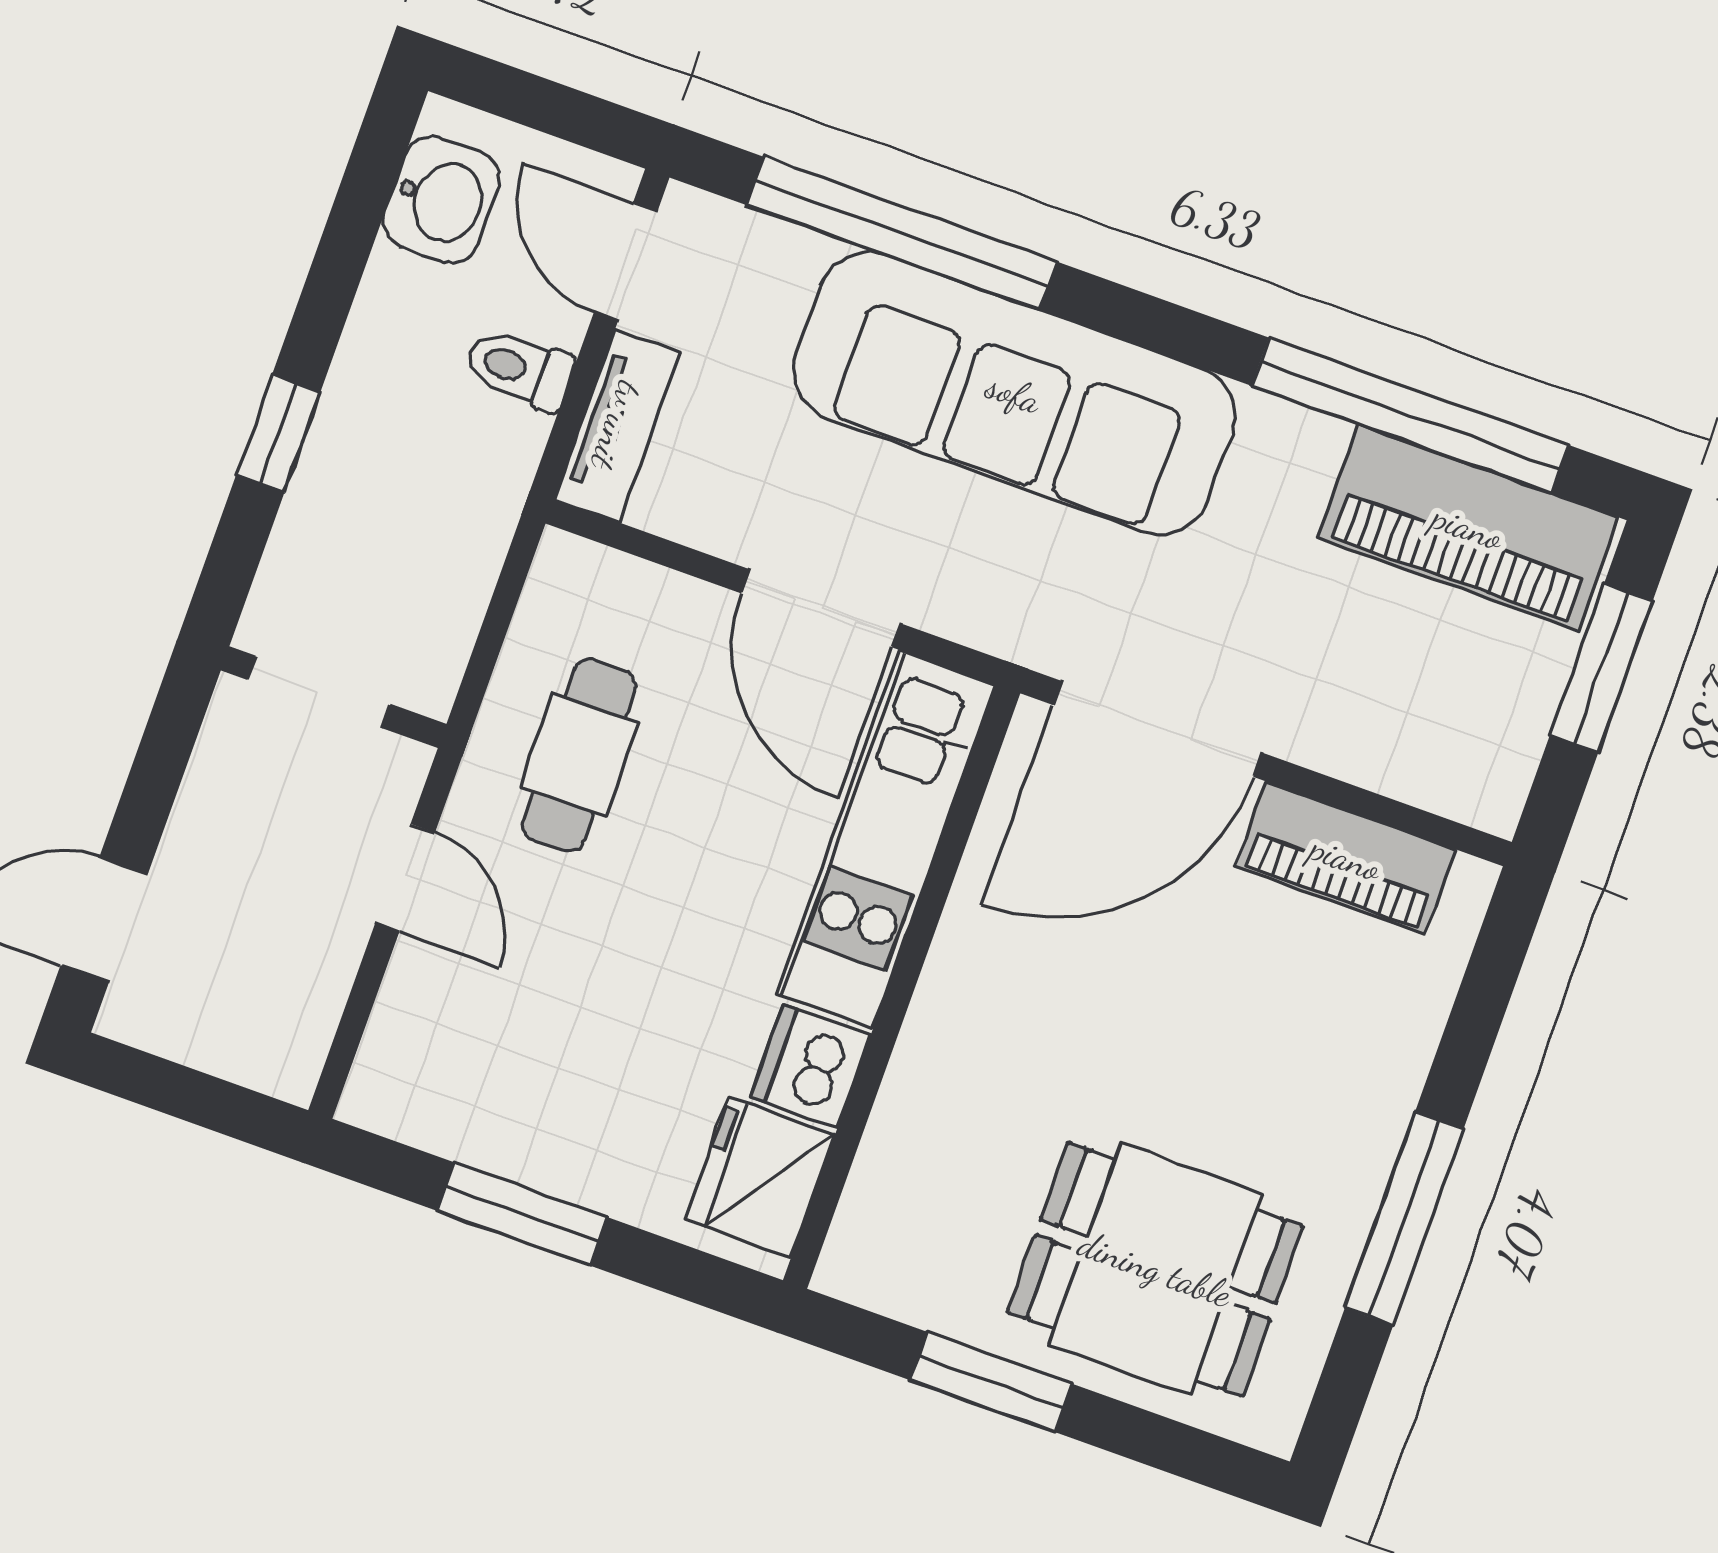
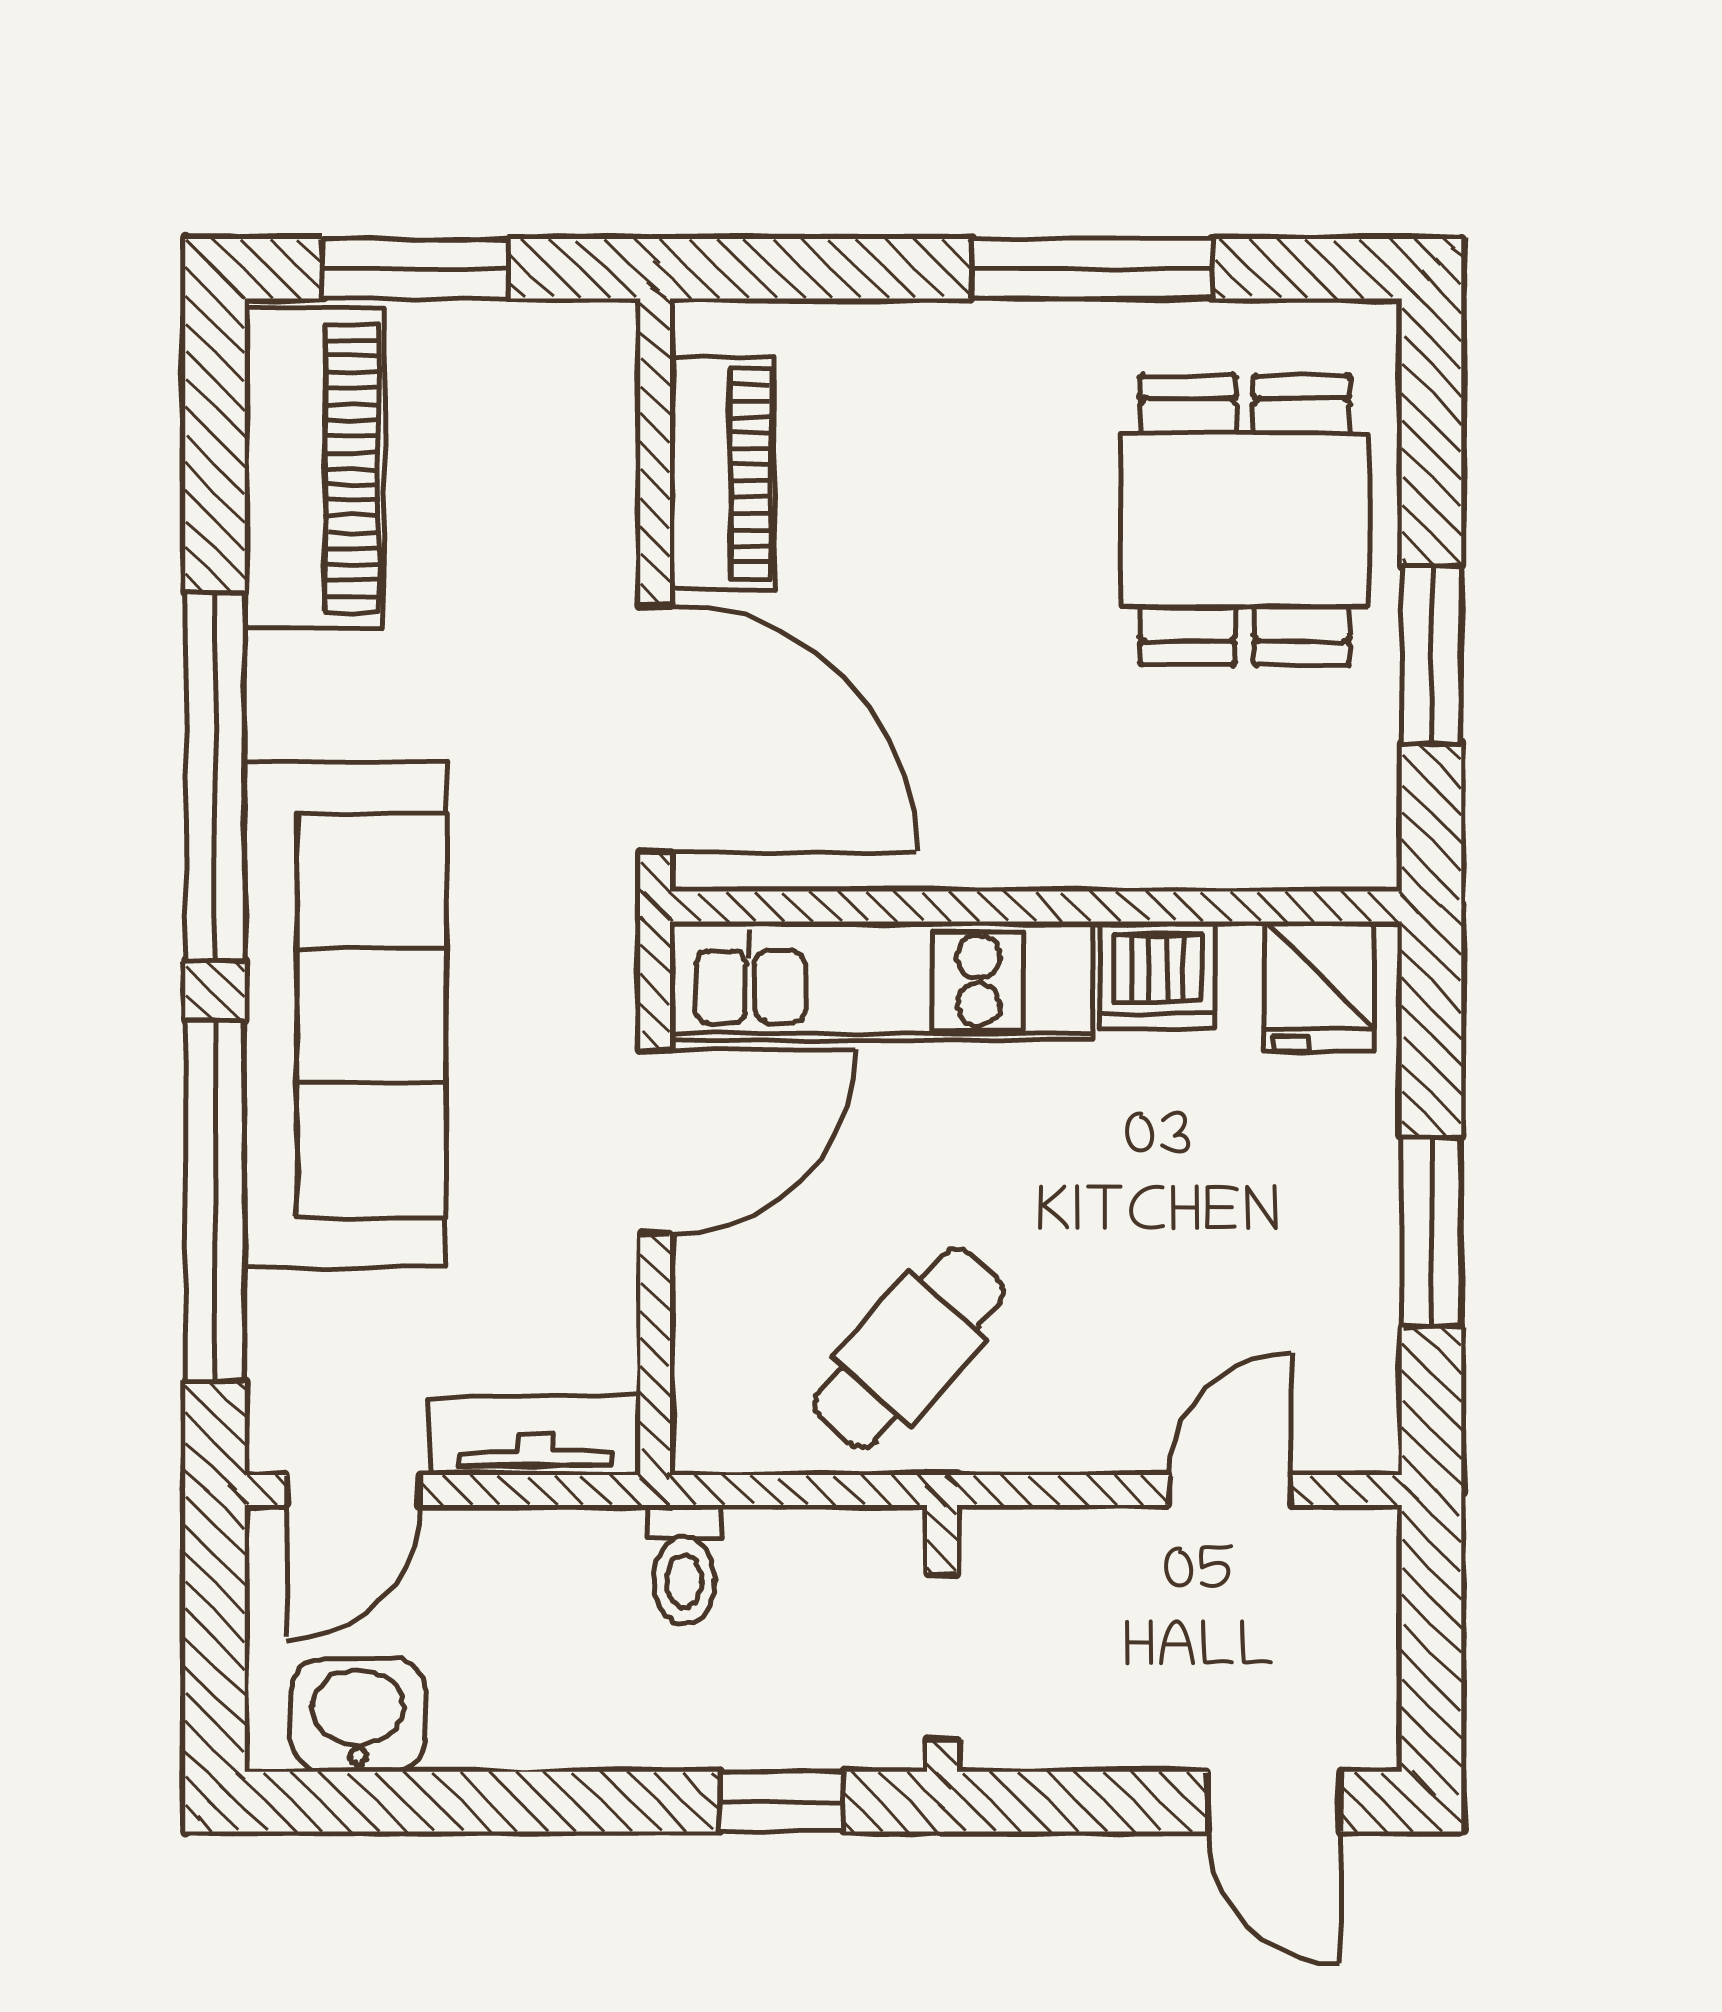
toilet: (519, 369) -> (684, 1564), moved
window: (1410, 415) -> (215, 777), moved
window: (278, 433) -> (782, 1802), moved
cafe table: (579, 755) -> (909, 1348), turned -47
door: (405, 878) -> (1230, 1490), moved
fridge: (760, 1177) -> (1320, 987), width x0.72

